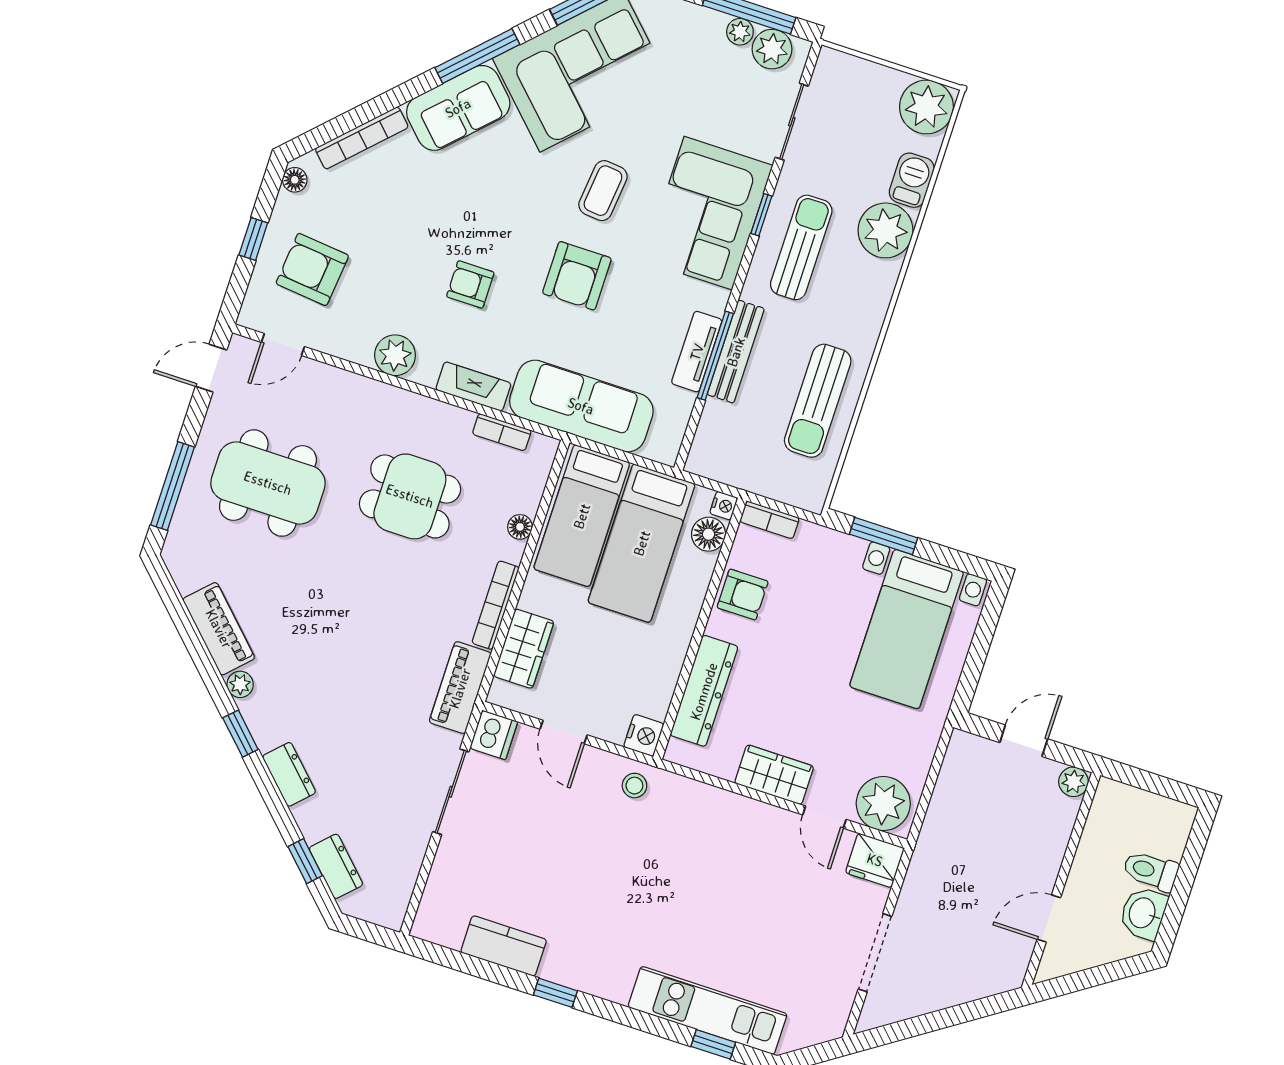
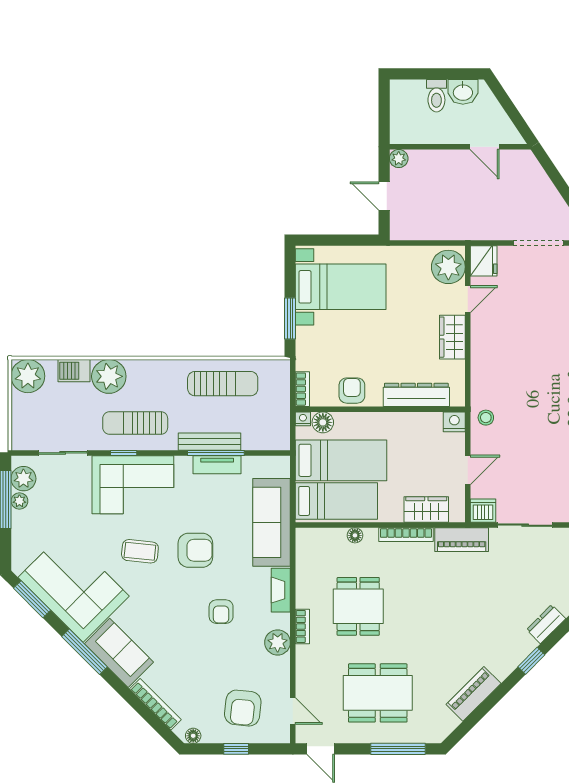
bookcase: (502, 432) -> (302, 626), moved
dining table: (268, 483) -> (378, 693), turned 90
plant: (240, 684) -> (502, 671), removed

